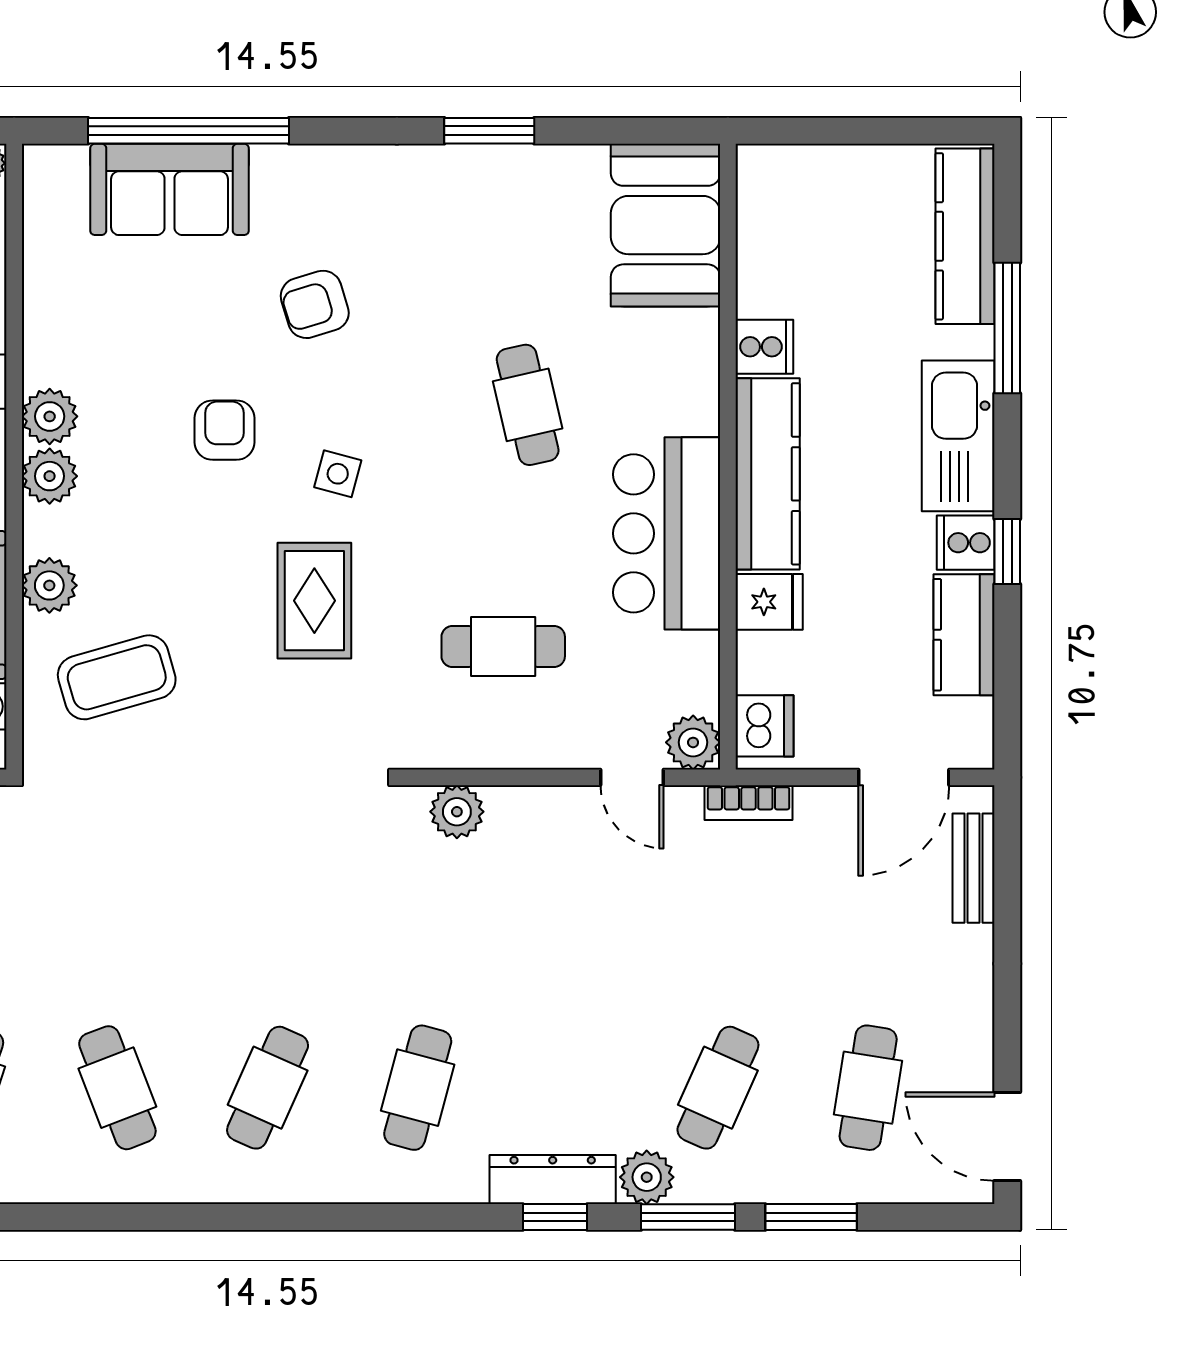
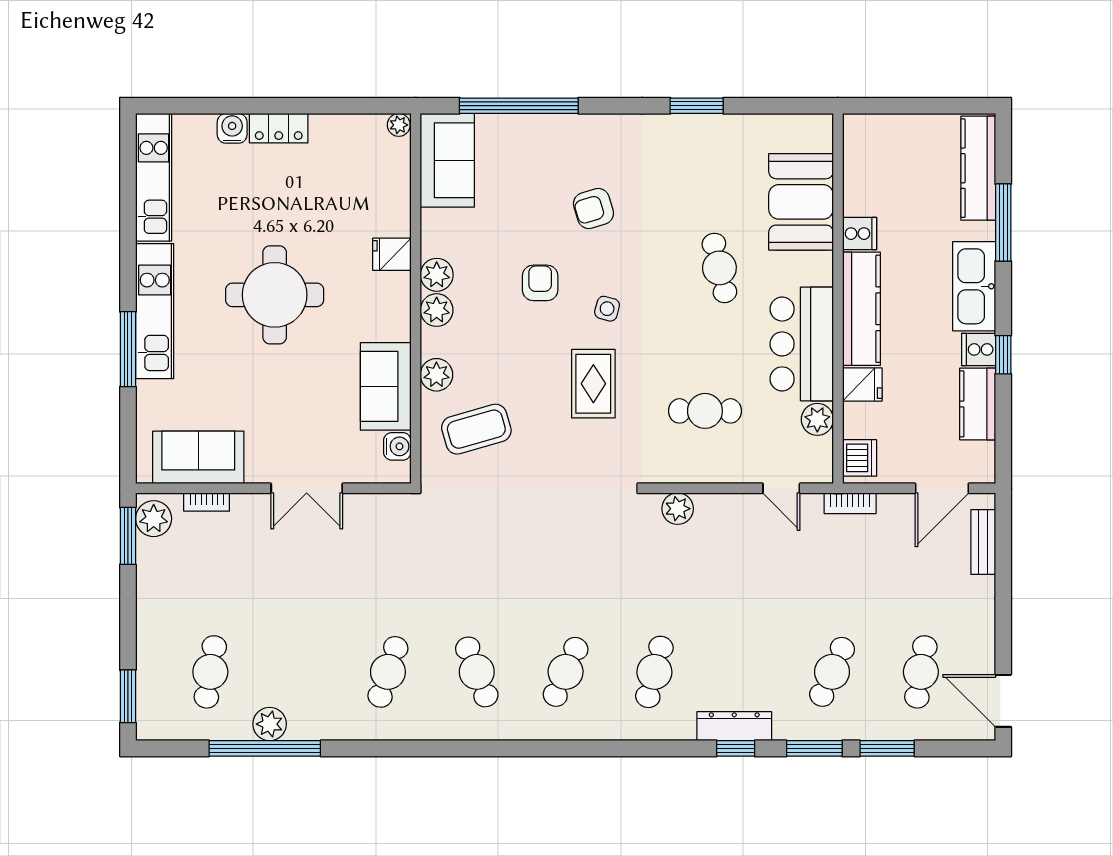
sofa: (170, 189) -> (447, 160), moved, turned -90
booth: (666, 225) -> (801, 202), moved
plant: (693, 742) -> (817, 419), moved
plant: (647, 1177) -> (790, 725), removed

